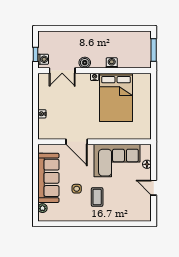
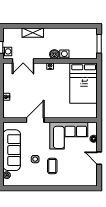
shelving: (74, 37) -> (33, 33), added
boiler: (85, 63) -> (54, 54), moved
bed: (116, 97) -> (84, 83), moved
door: (77, 142) -> (35, 120), swing flipped

